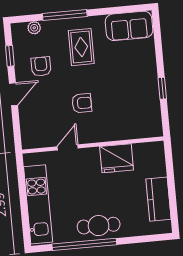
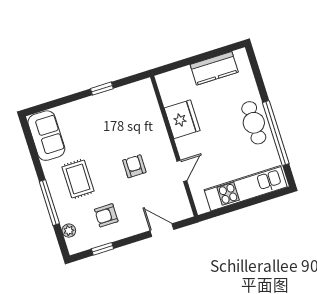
rug: (81, 47) -> (78, 179), turned 90
door: (13, 94) -> (162, 230), moved
door: (68, 147) -> (182, 171), swing flipped

